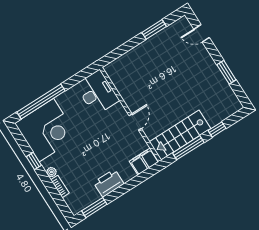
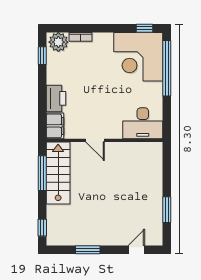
window: (217, 129) -> (42, 228), moved
window: (34, 161) -> (145, 28), moved
plant: (51, 172) -> (58, 42), moved, width x1.88, depth x1.88
printer: (109, 183) -> (56, 98), moved
window: (94, 208) -> (42, 56), width x0.67

